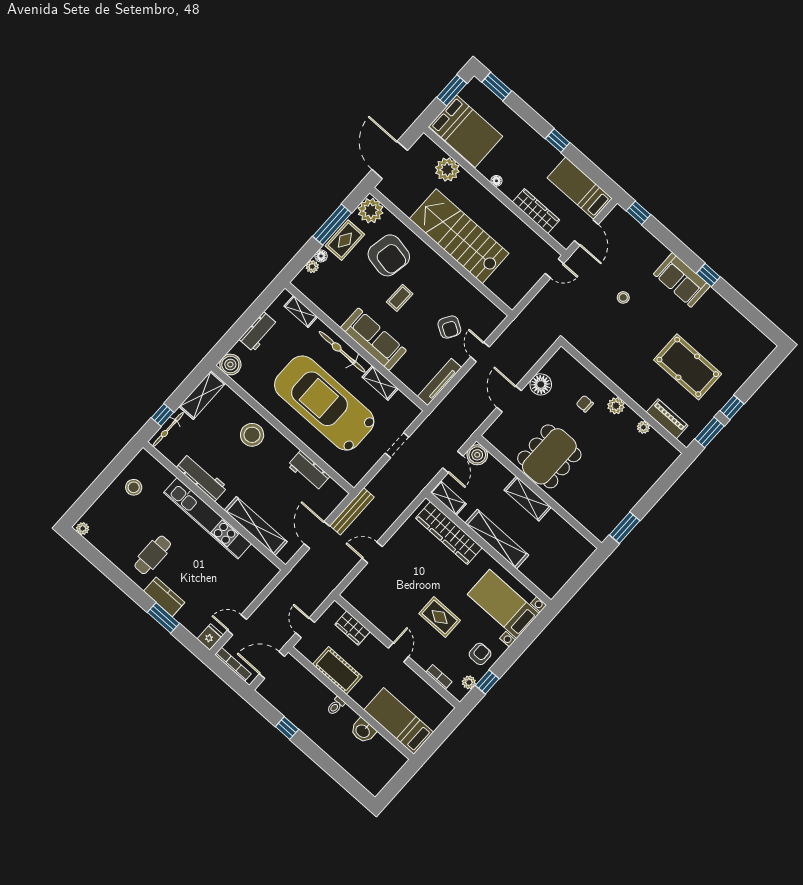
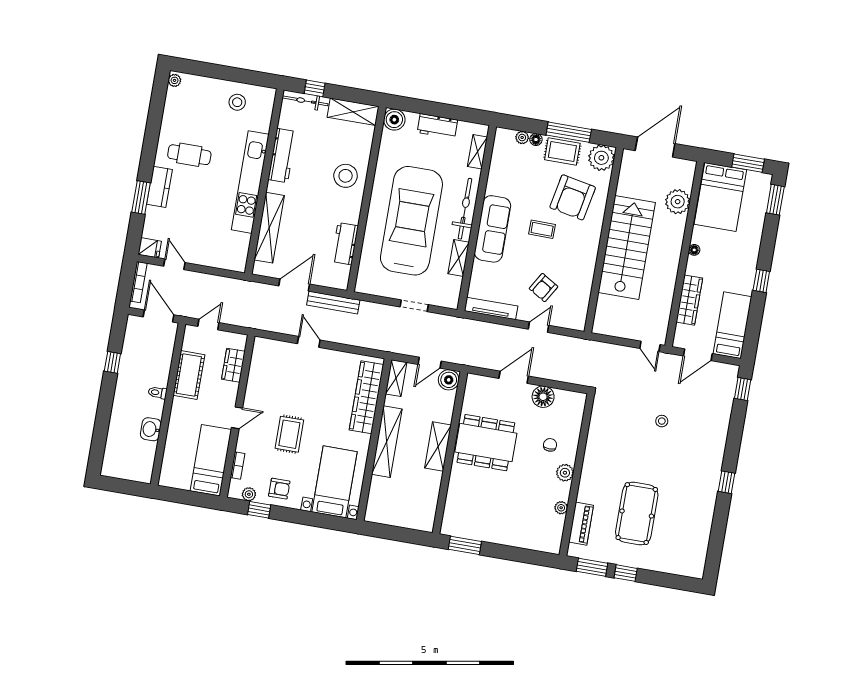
sofa: (682, 280) -> (708, 462), removed
bed: (399, 721) -> (211, 460), moved

